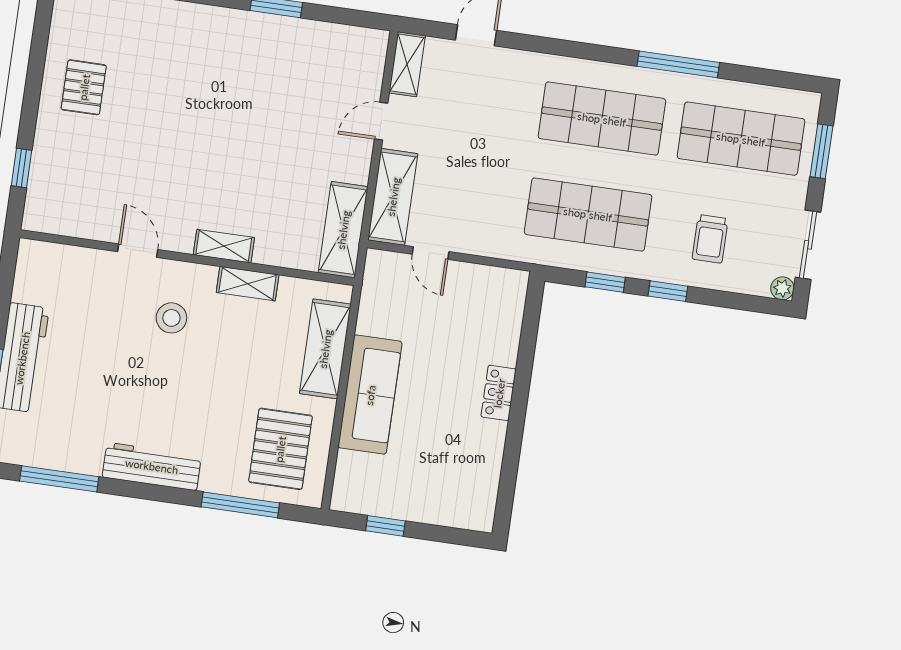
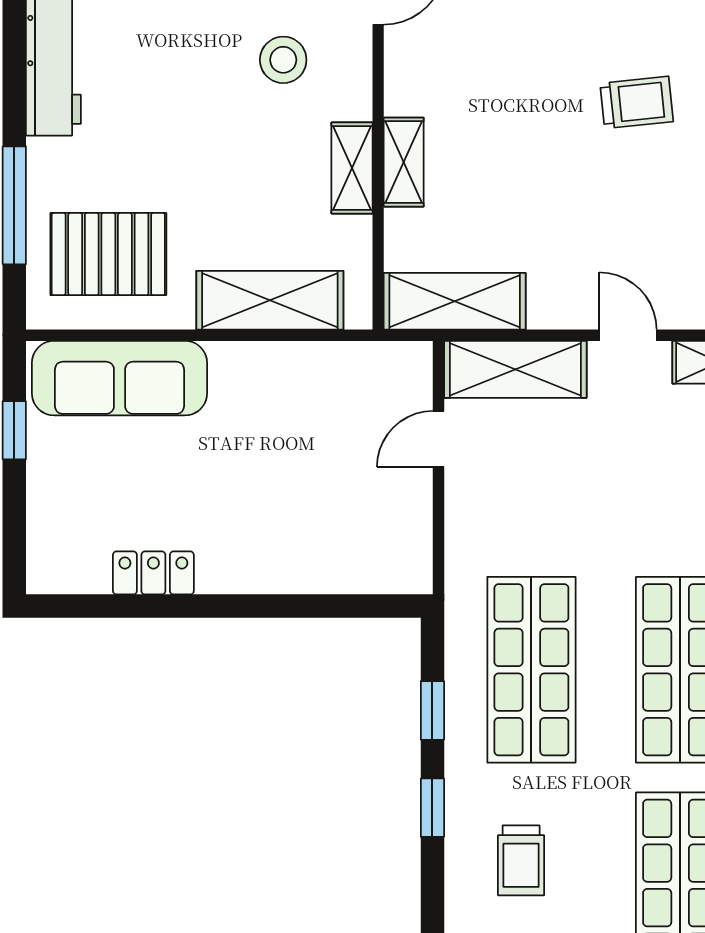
trolley: (232, 94) -> (637, 102), added
trolley: (710, 239) -> (521, 860), turned -90
shelving: (224, 246) -> (404, 162), moved
locker: (499, 393) -> (153, 573), moved
sofa: (370, 395) -> (120, 378), moved

